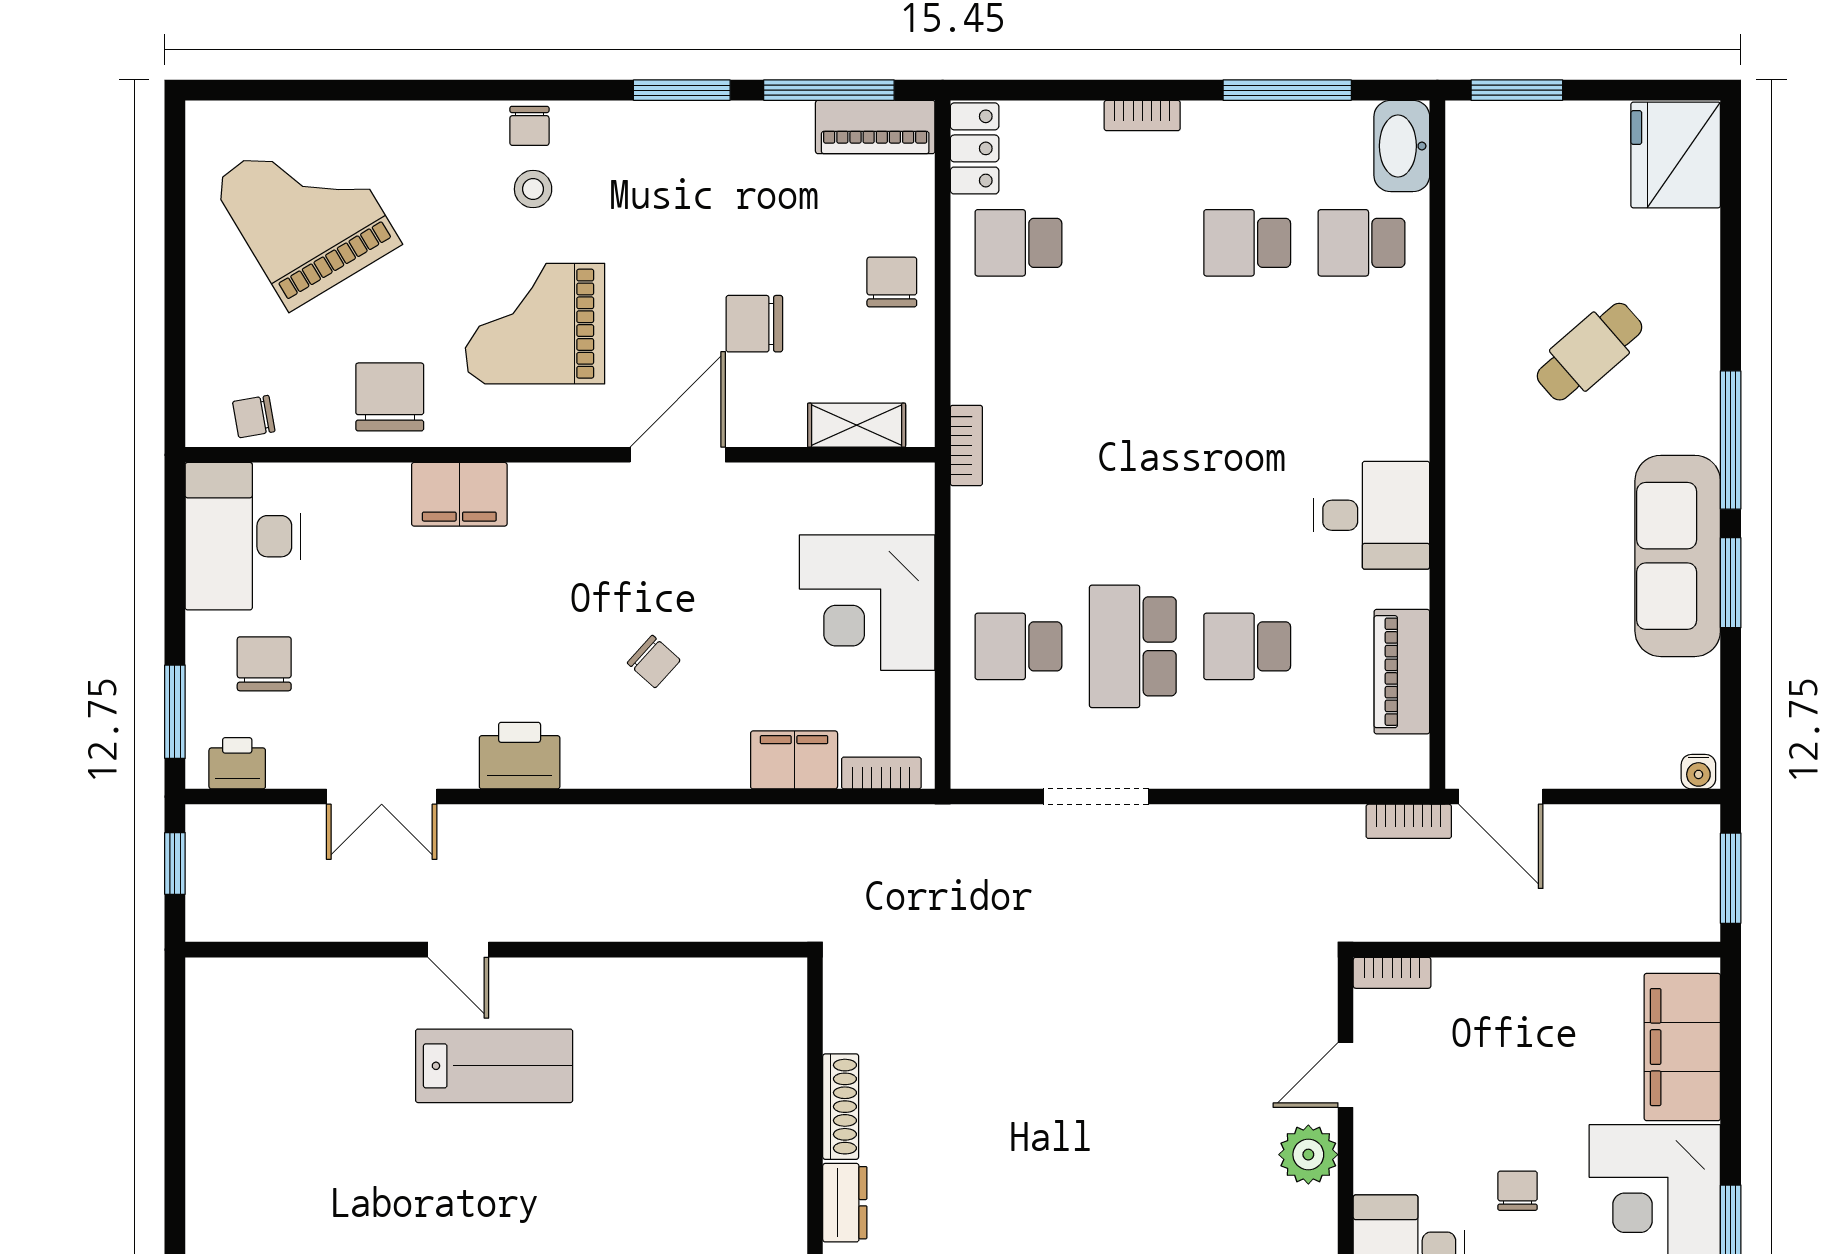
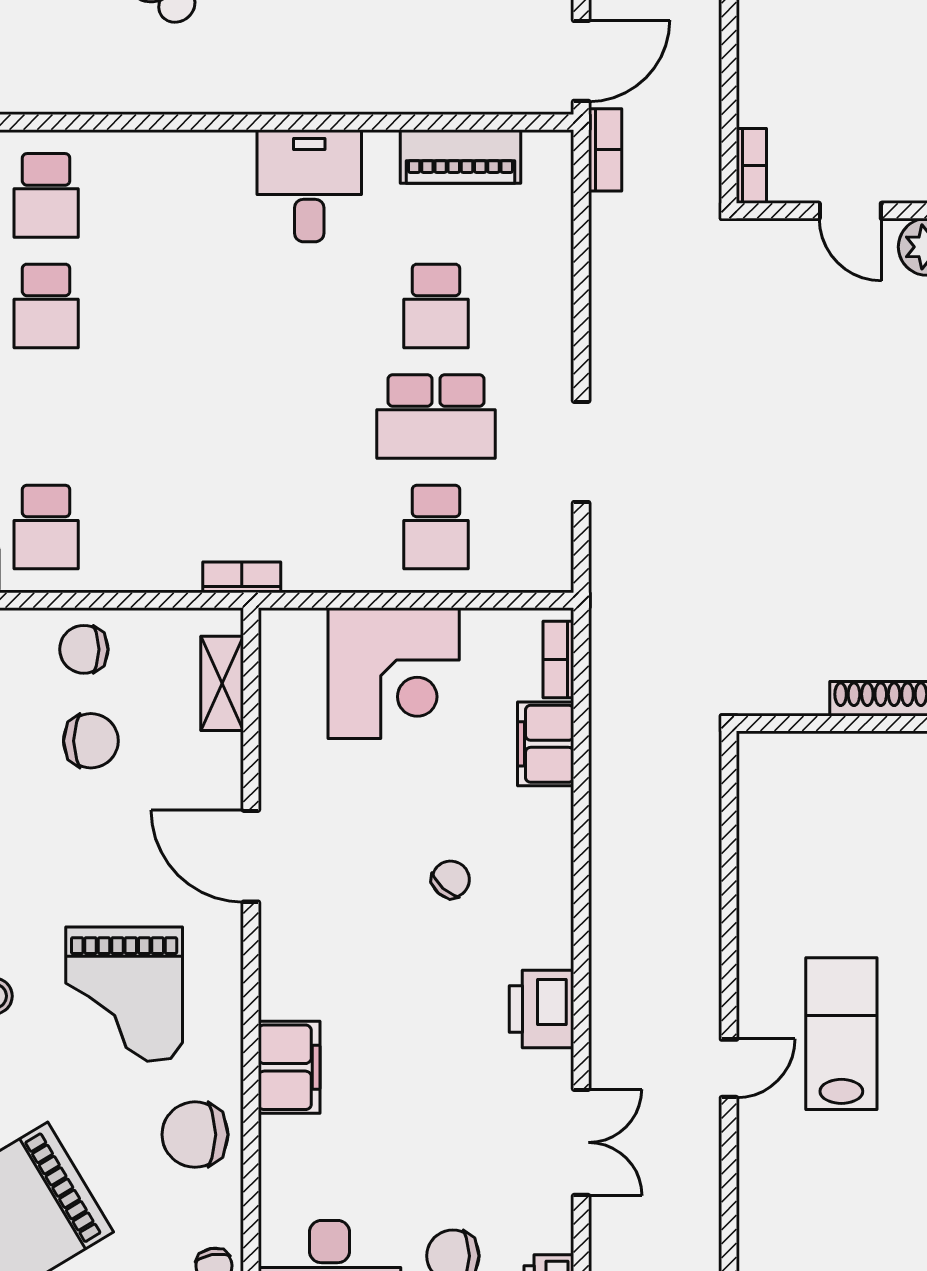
chair: (754, 324) -> (91, 741), moved, turned -90

